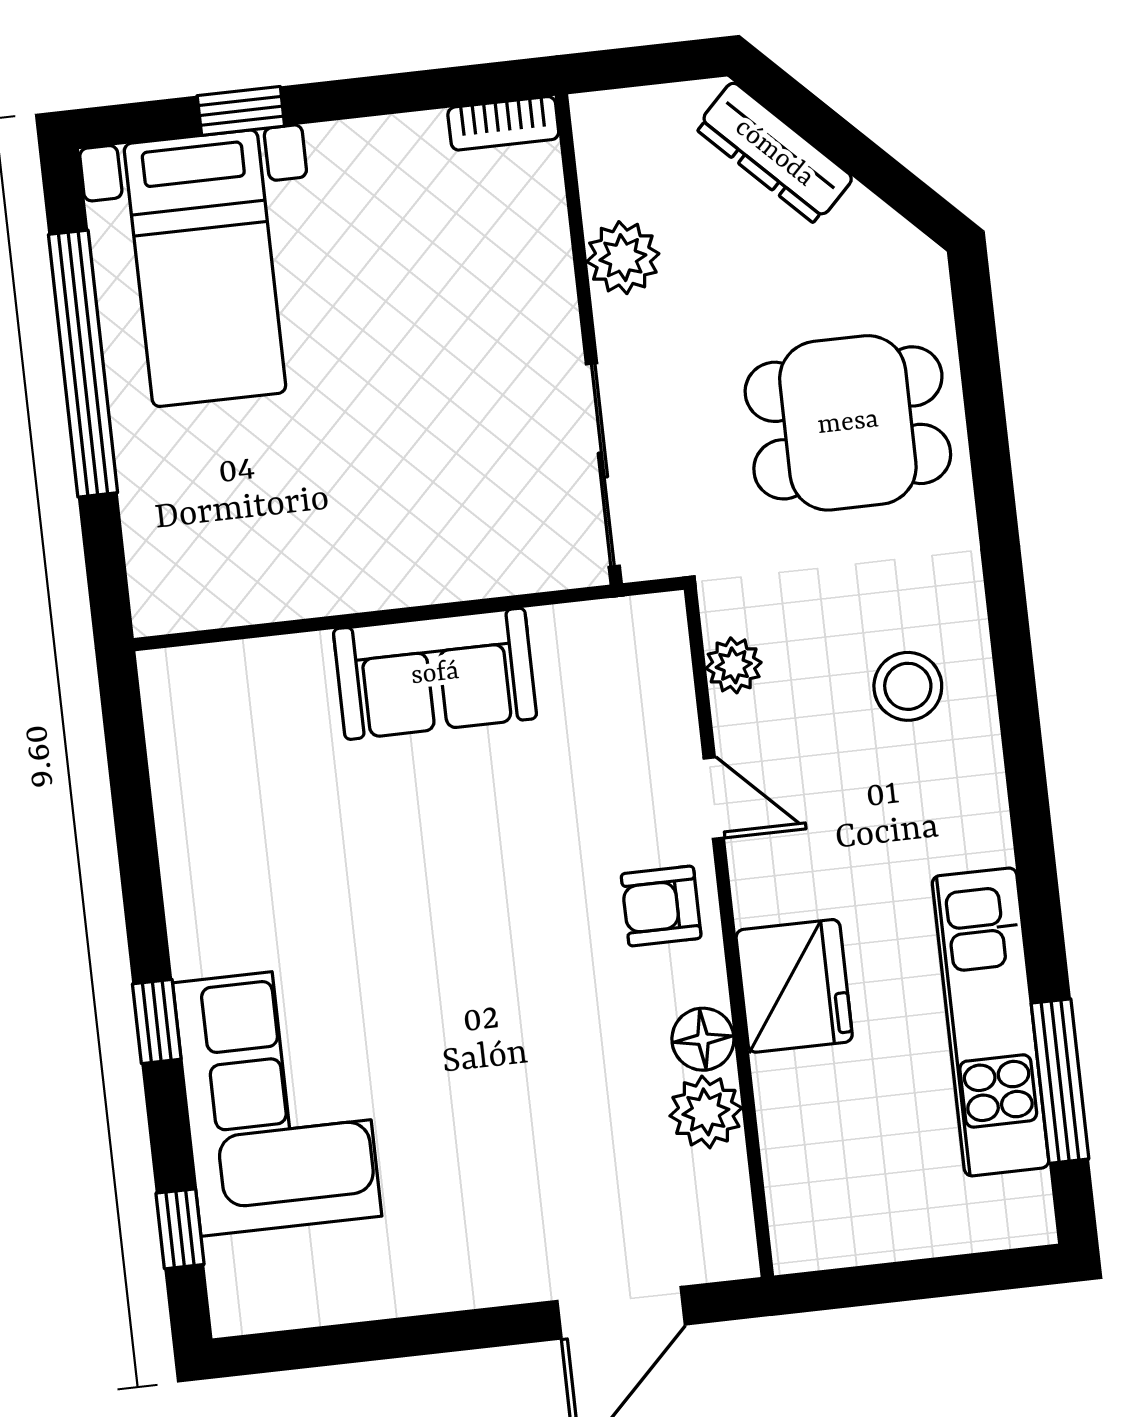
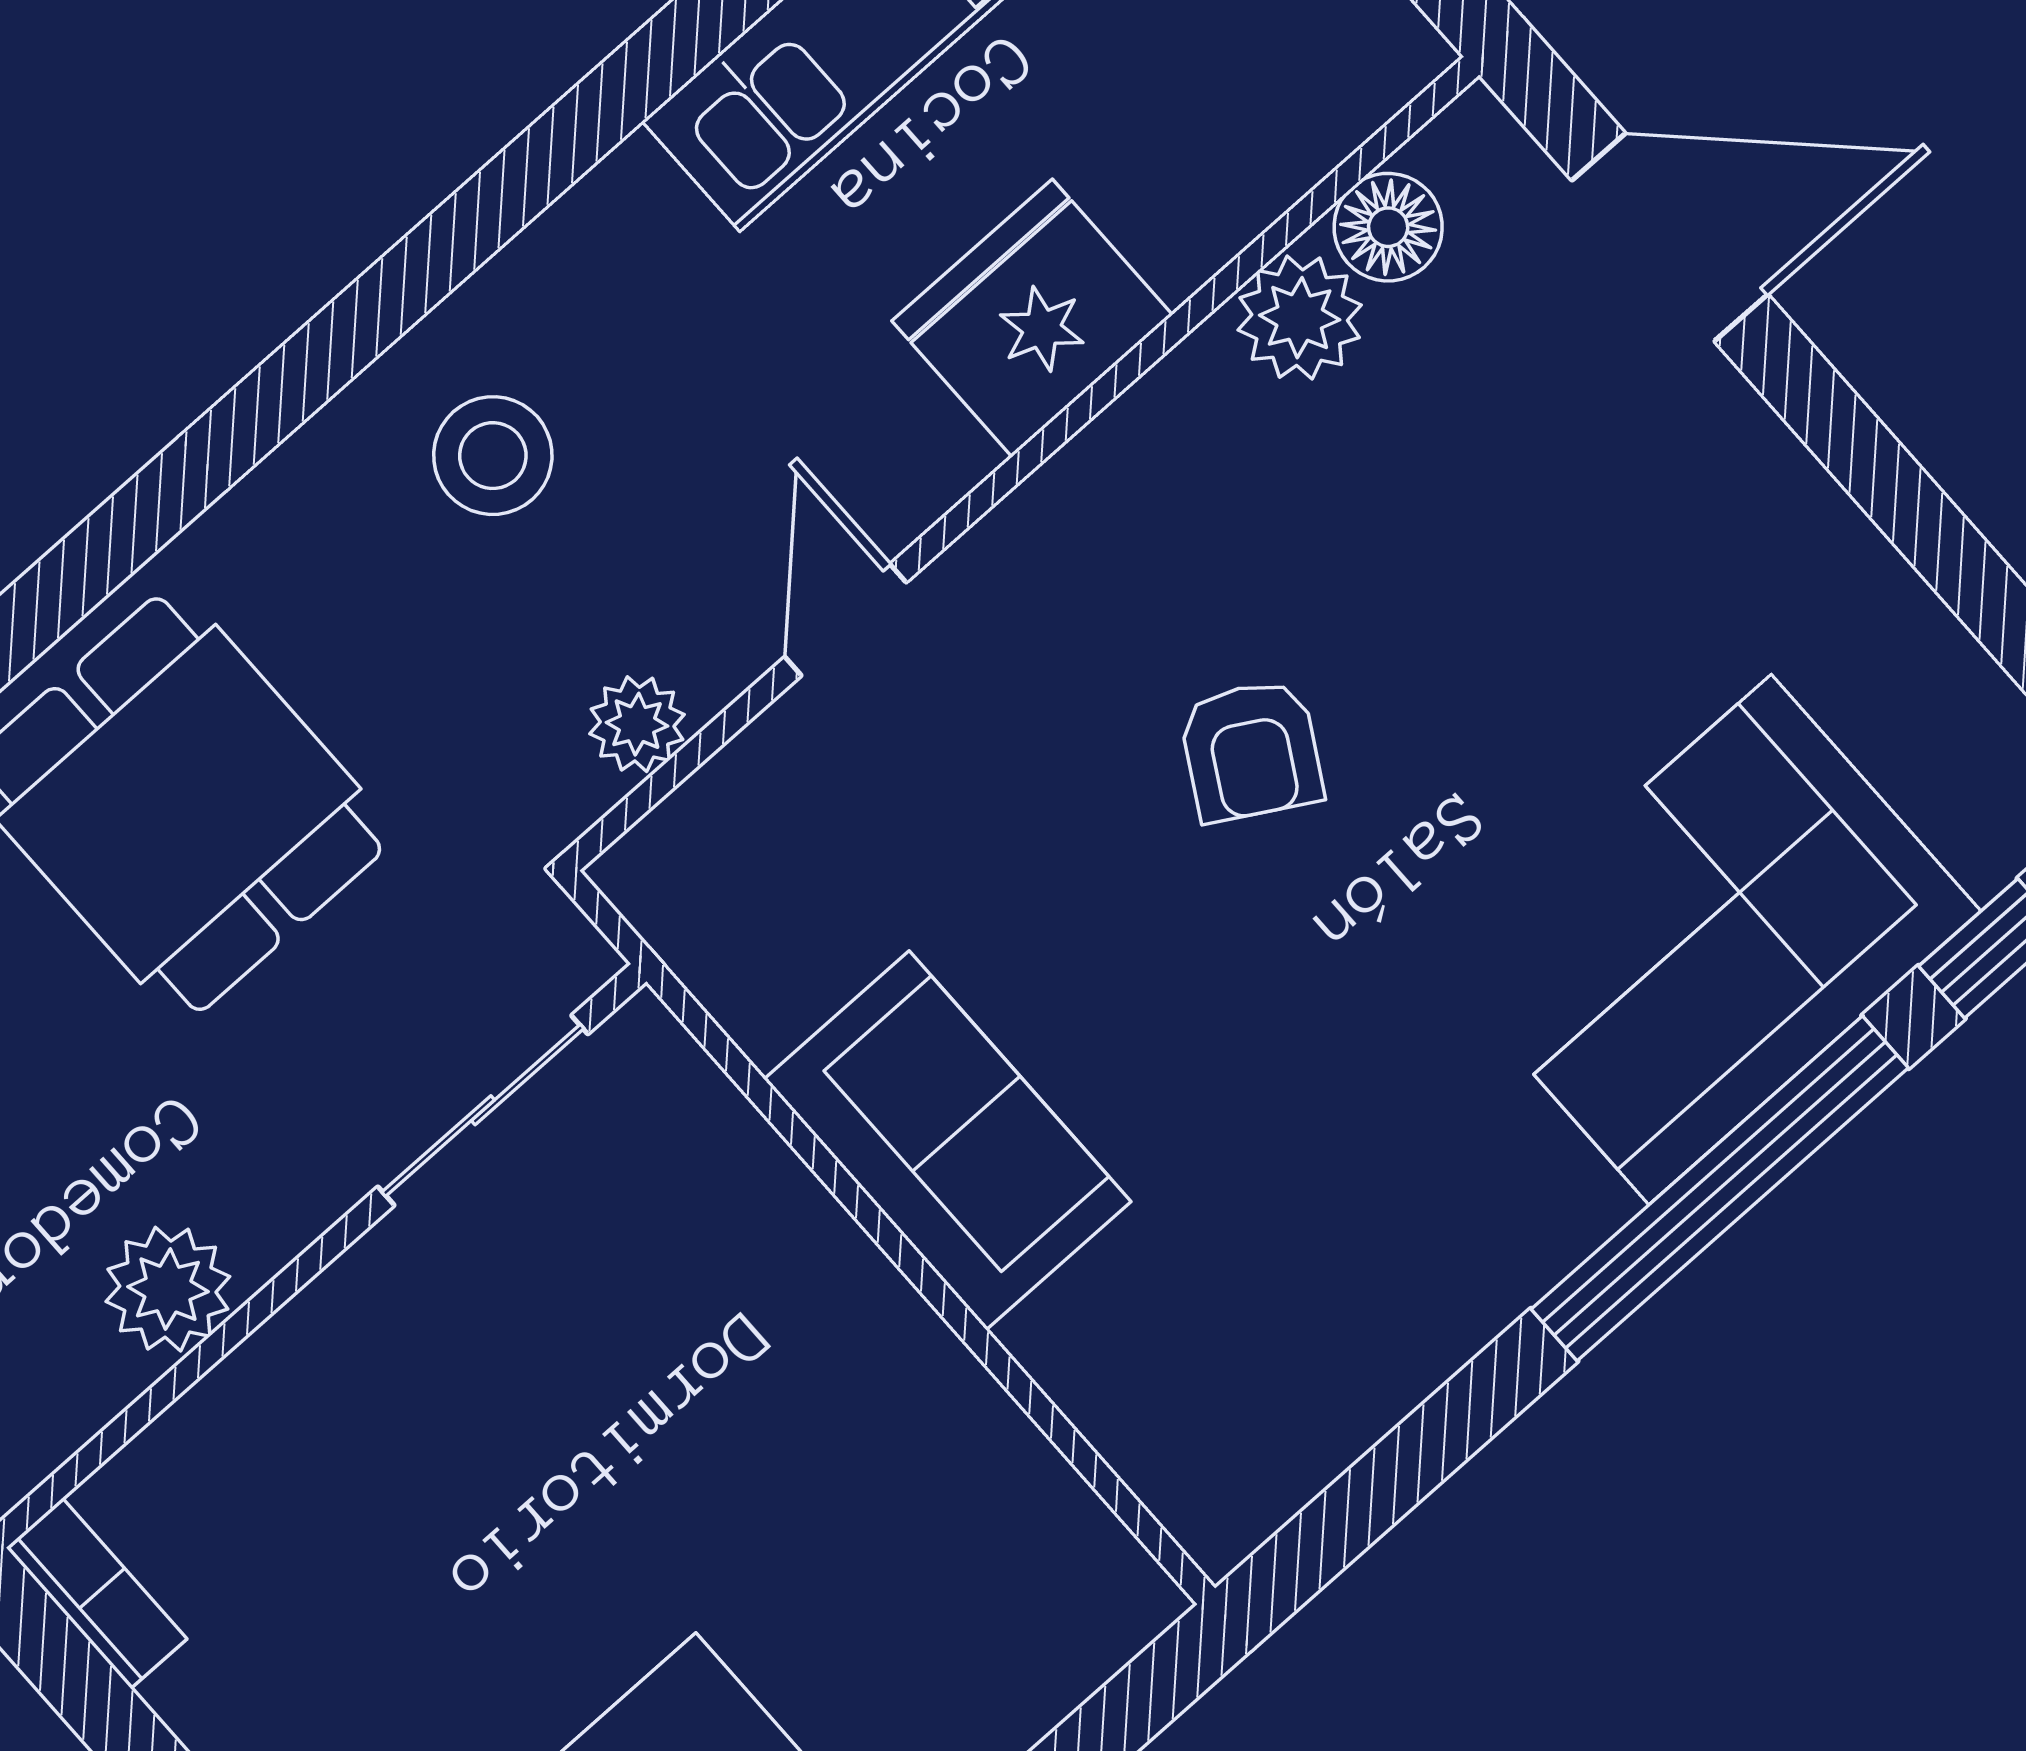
sliding door: (603, 465) -> (483, 1110), width x0.73
armchair: (661, 906) -> (1251, 750), moved, turned 30
window: (157, 1022) -> (1720, 1188), width x3.17
floor lamp: (703, 1039) -> (1388, 227), moved

